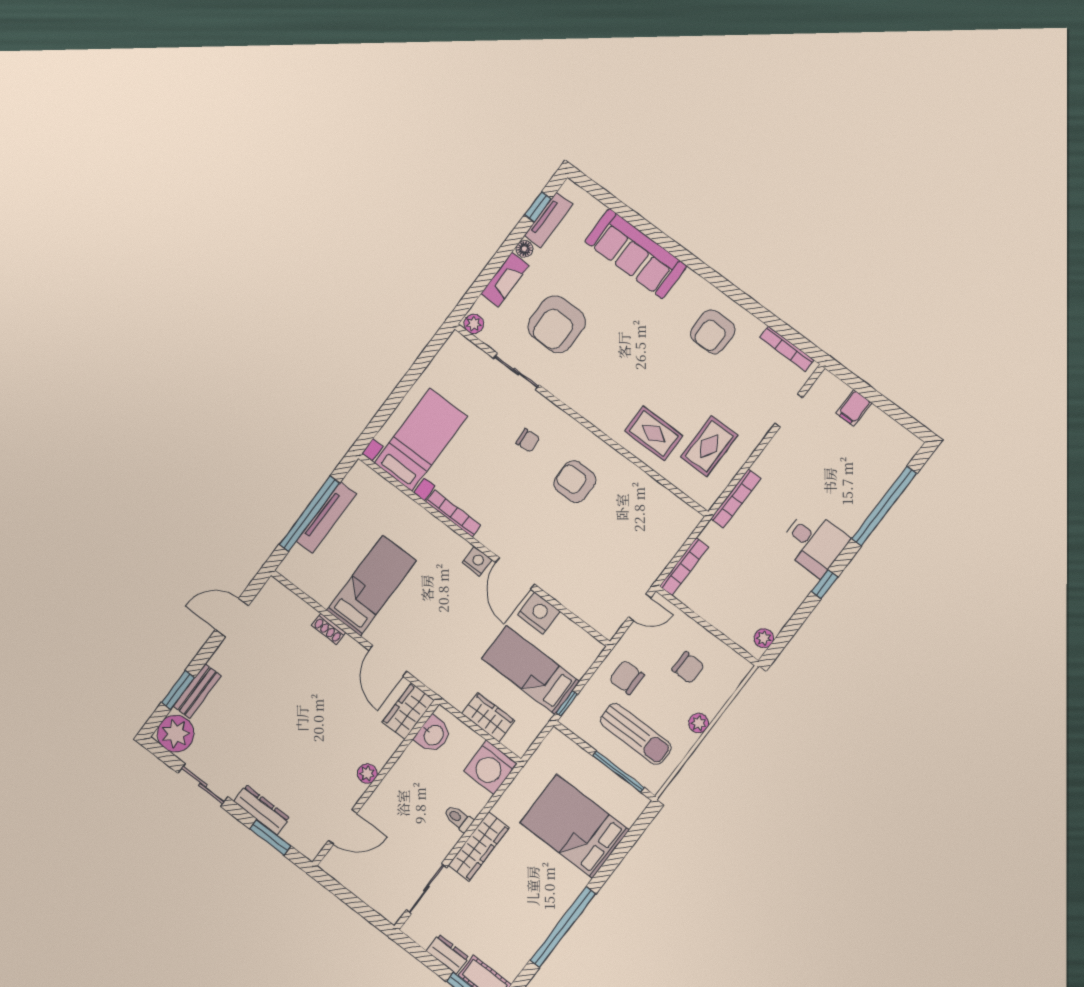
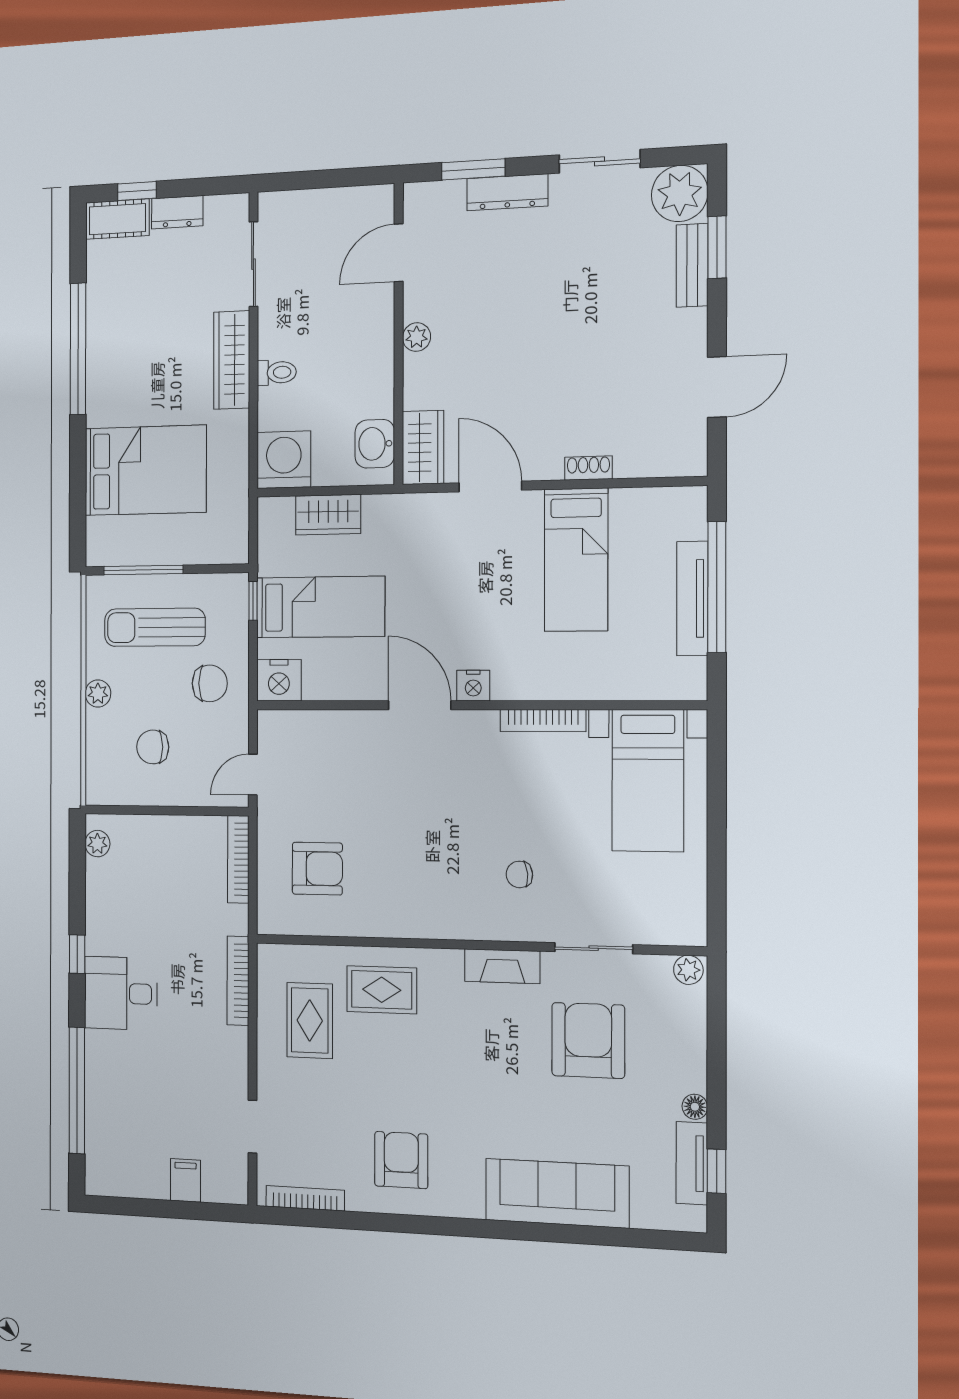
fireplace: (505, 280) -> (502, 966), moved, turned -90
armchair: (575, 482) -> (317, 869), moved
nightstand: (539, 613) -> (279, 680), moved

